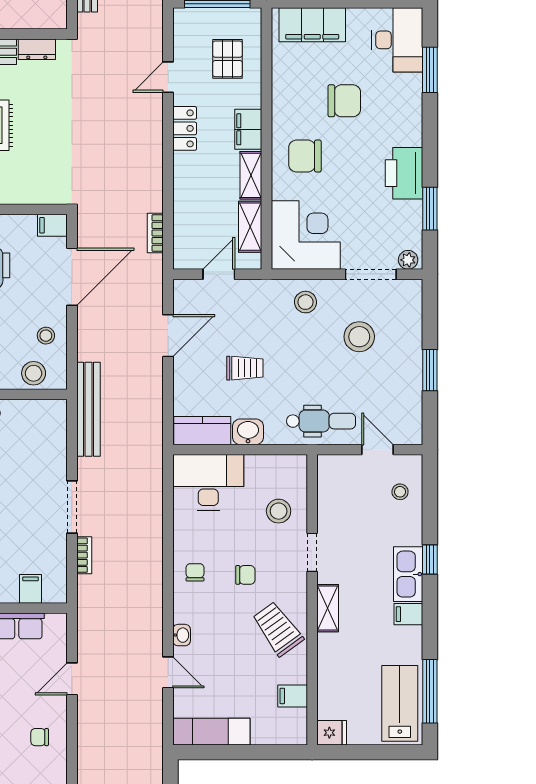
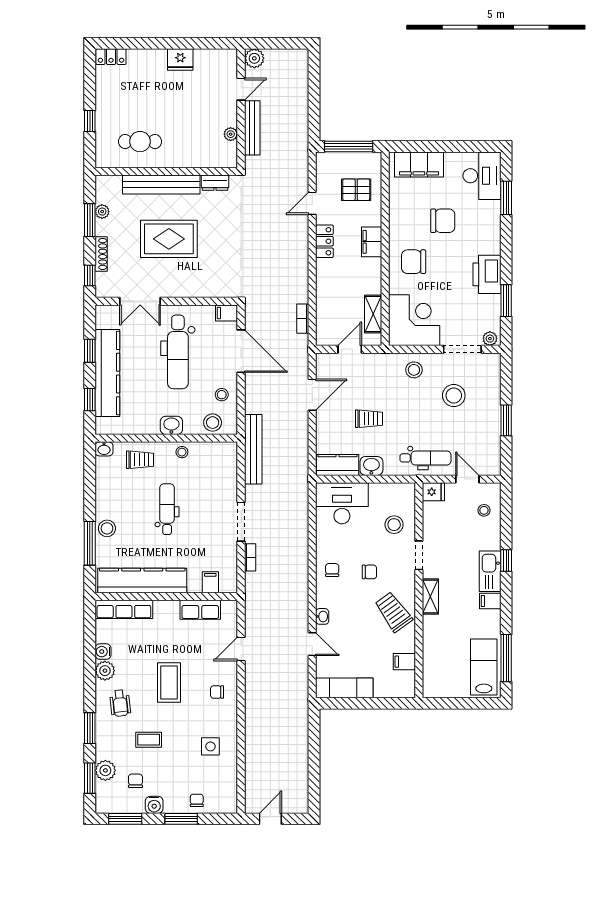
pallet: (227, 59) -> (356, 190), turned 90
shelving: (251, 175) -> (374, 276), removed
door: (72, 277) -> (241, 351), hinge flipped
fridge: (332, 733) -> (433, 492), moved

